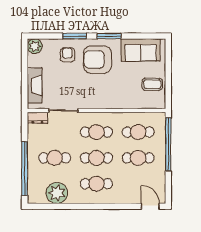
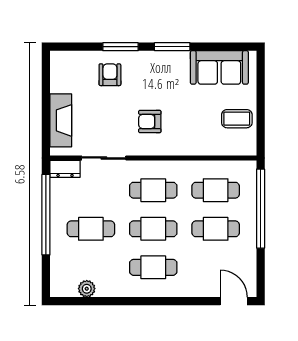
plant: (35, 46) -> (61, 62), removed
armchair: (97, 60) -> (150, 122), moved, width x0.53, depth x0.53
window: (25, 169) -> (46, 215), moved
plant: (57, 193) -> (87, 289), width x0.53, depth x0.53

